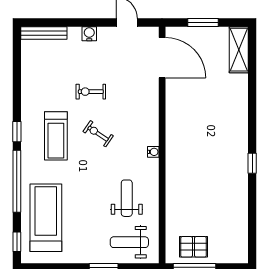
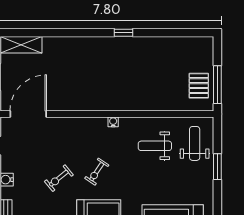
exercise bike: (91, 92) -> (59, 178), turned 51
weight bench: (129, 242) -> (195, 143), turned 180

